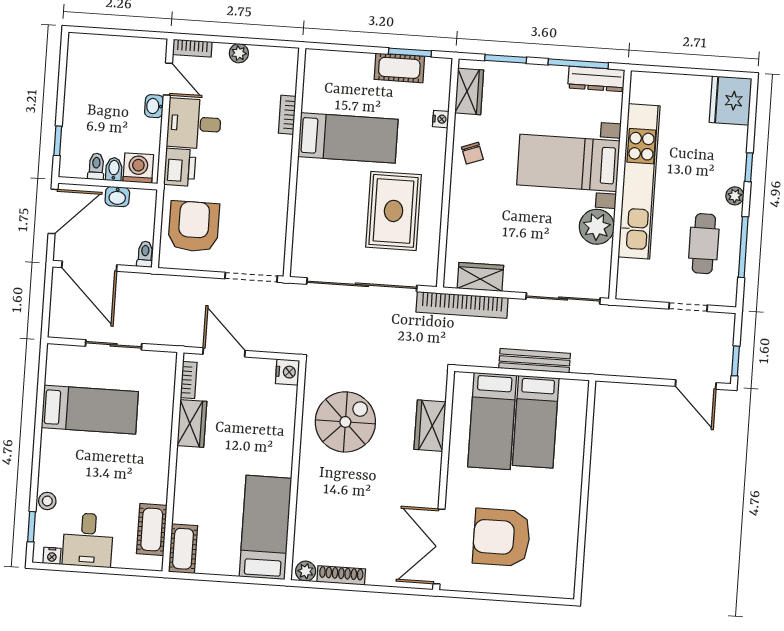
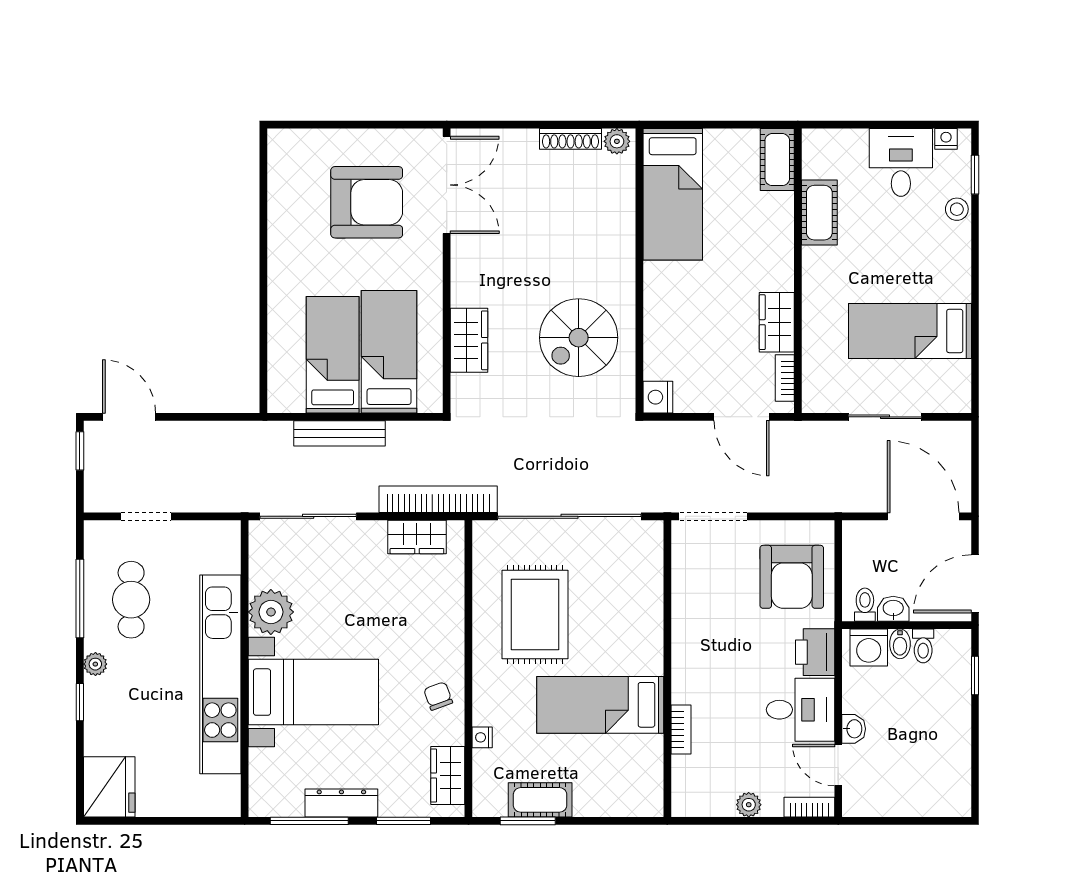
dresser: (596, 79) -> (341, 803), moved
toilet: (145, 254) -> (865, 605), moved, turned 180
cot: (152, 530) -> (819, 213), moved

